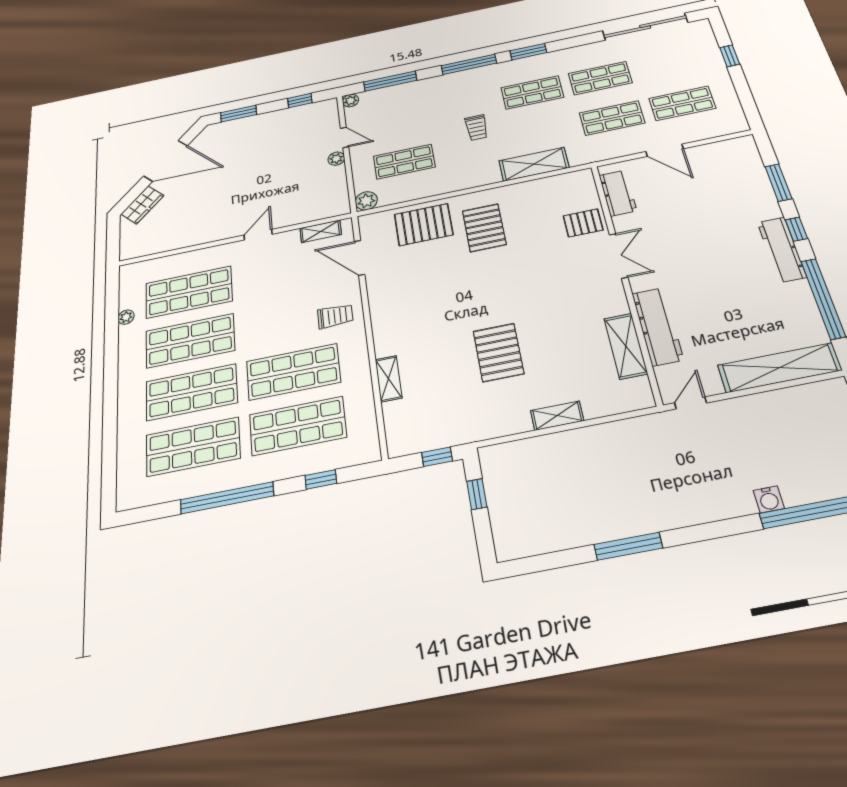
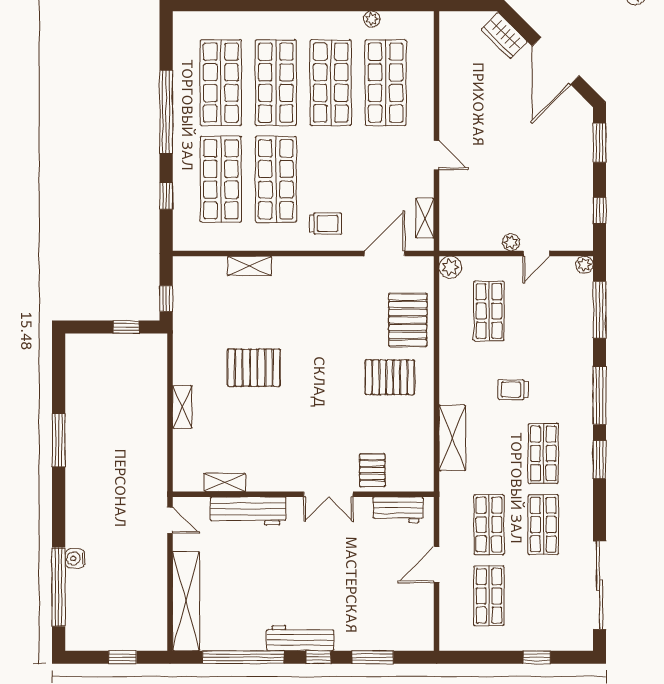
trolley: (335, 316) -> (325, 224), turned -90
shelving: (626, 346) -> (225, 482), width x0.67, depth x0.75

